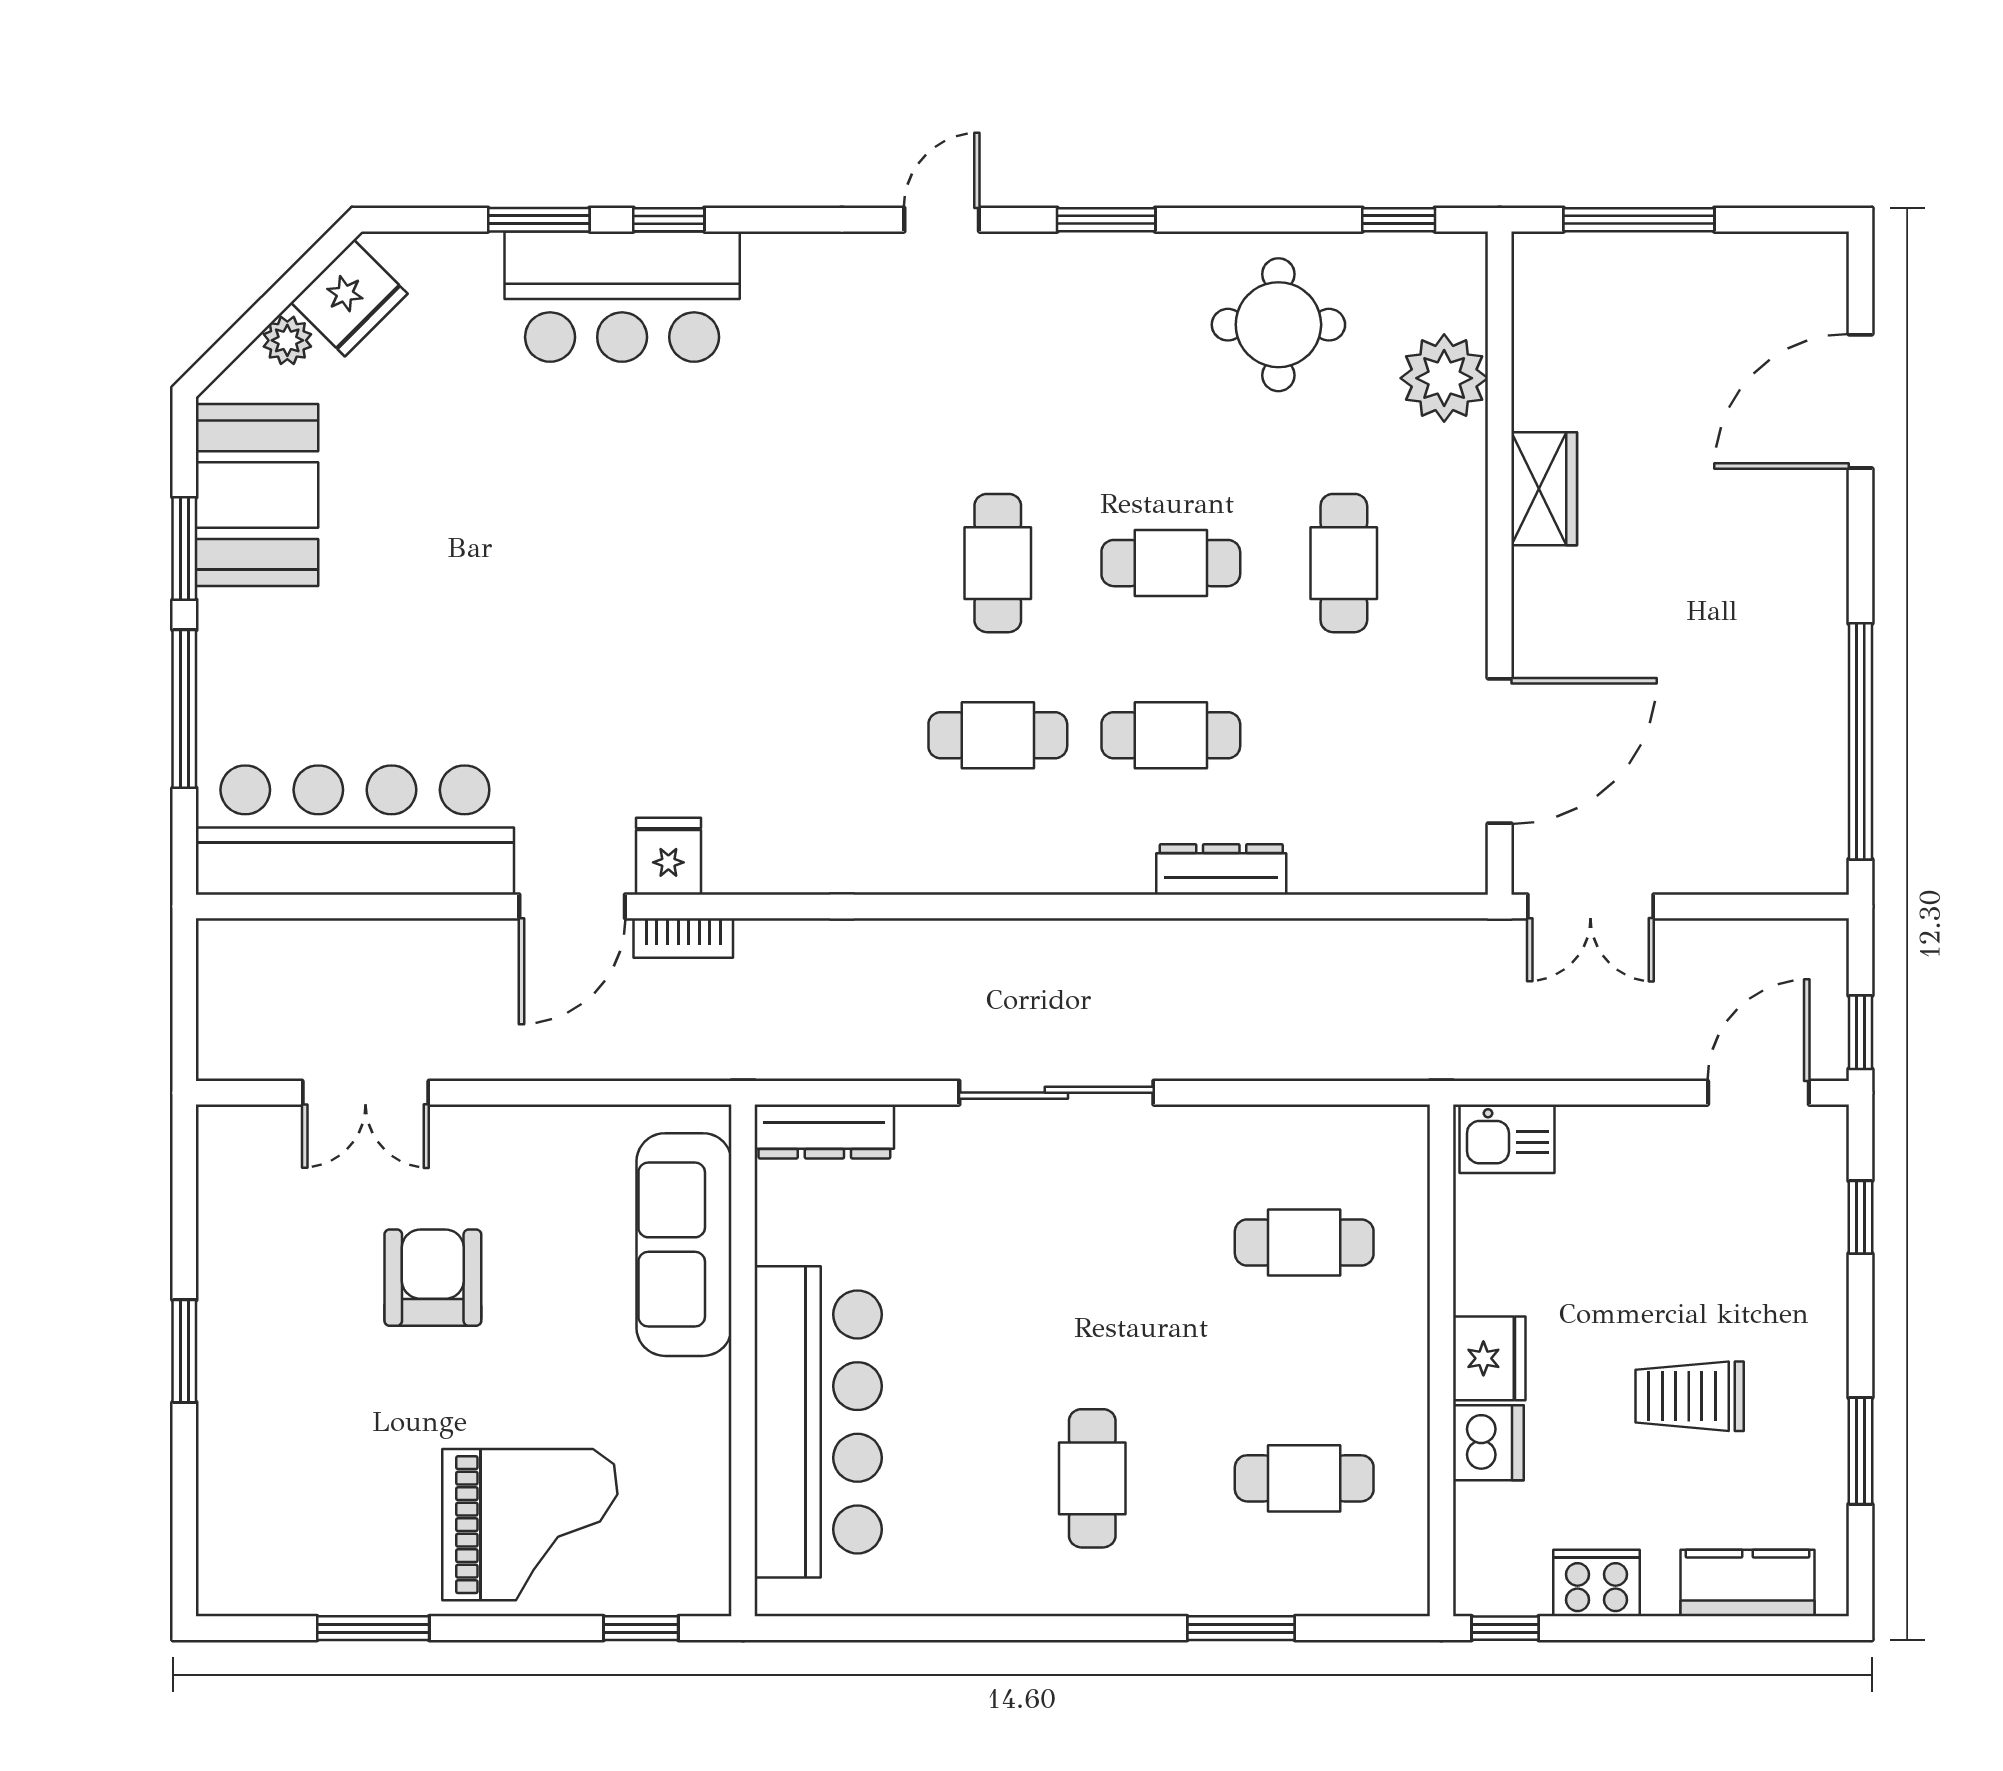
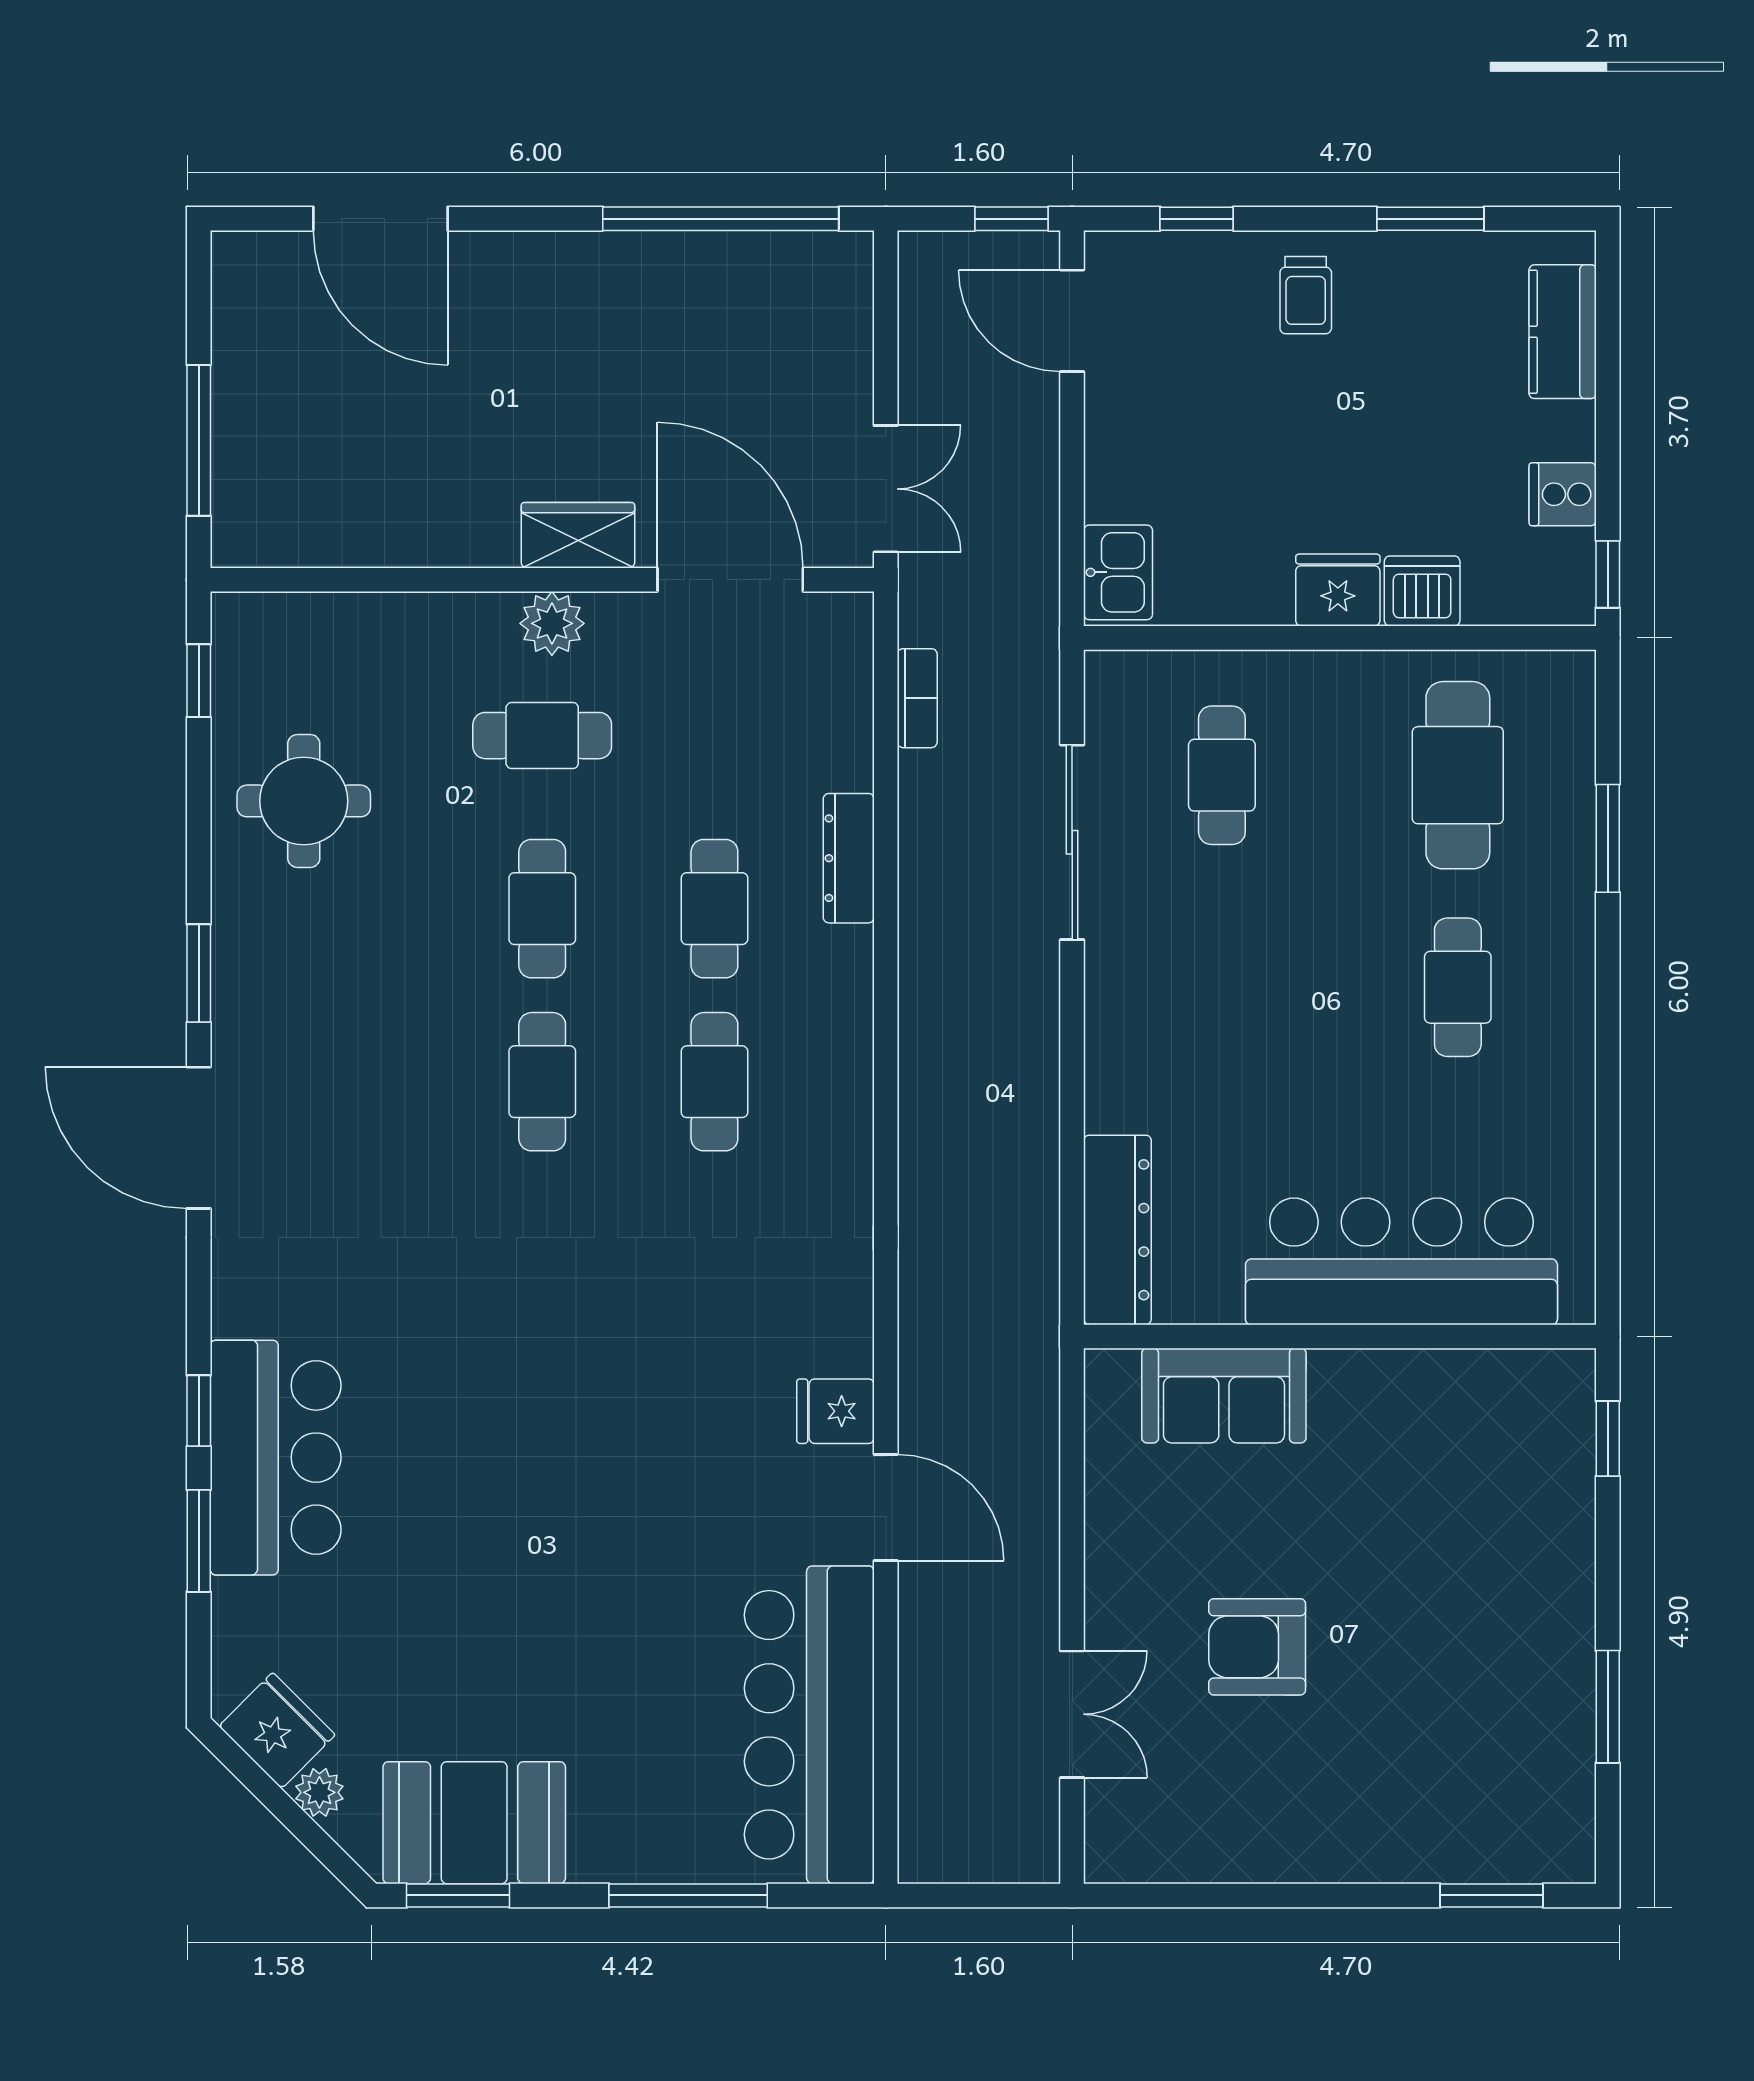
door: (942, 220) -> (199, 1138), width x1.87
plant: (1444, 378) -> (552, 623), moved, width x0.73, depth x0.73
wardrobe: (1544, 489) -> (578, 535), moved
window: (184, 548) -> (458, 1895), moved
cafe table: (998, 563) -> (542, 1082), turned 90
bookcase: (683, 938) -> (917, 698), moved
sliding door: (1056, 1093) -> (1072, 842), moved
dresser: (824, 1131) -> (1117, 1230), width x1.37, depth x1.24
sofa: (684, 1245) -> (1224, 1396), width x0.73
window: (184, 1351) -> (1491, 1895), moved
trolley: (1690, 1396) -> (1306, 295), moved, width x0.73, depth x0.72
cafe table: (1092, 1478) -> (1458, 987), turned 90
cafe table: (1304, 1478) -> (1458, 775), width x1.37, depth x1.35
grand piano: (530, 1525) -> (1504, 1550), removed
cooker: (1597, 1583) -> (1563, 494), width x0.73

